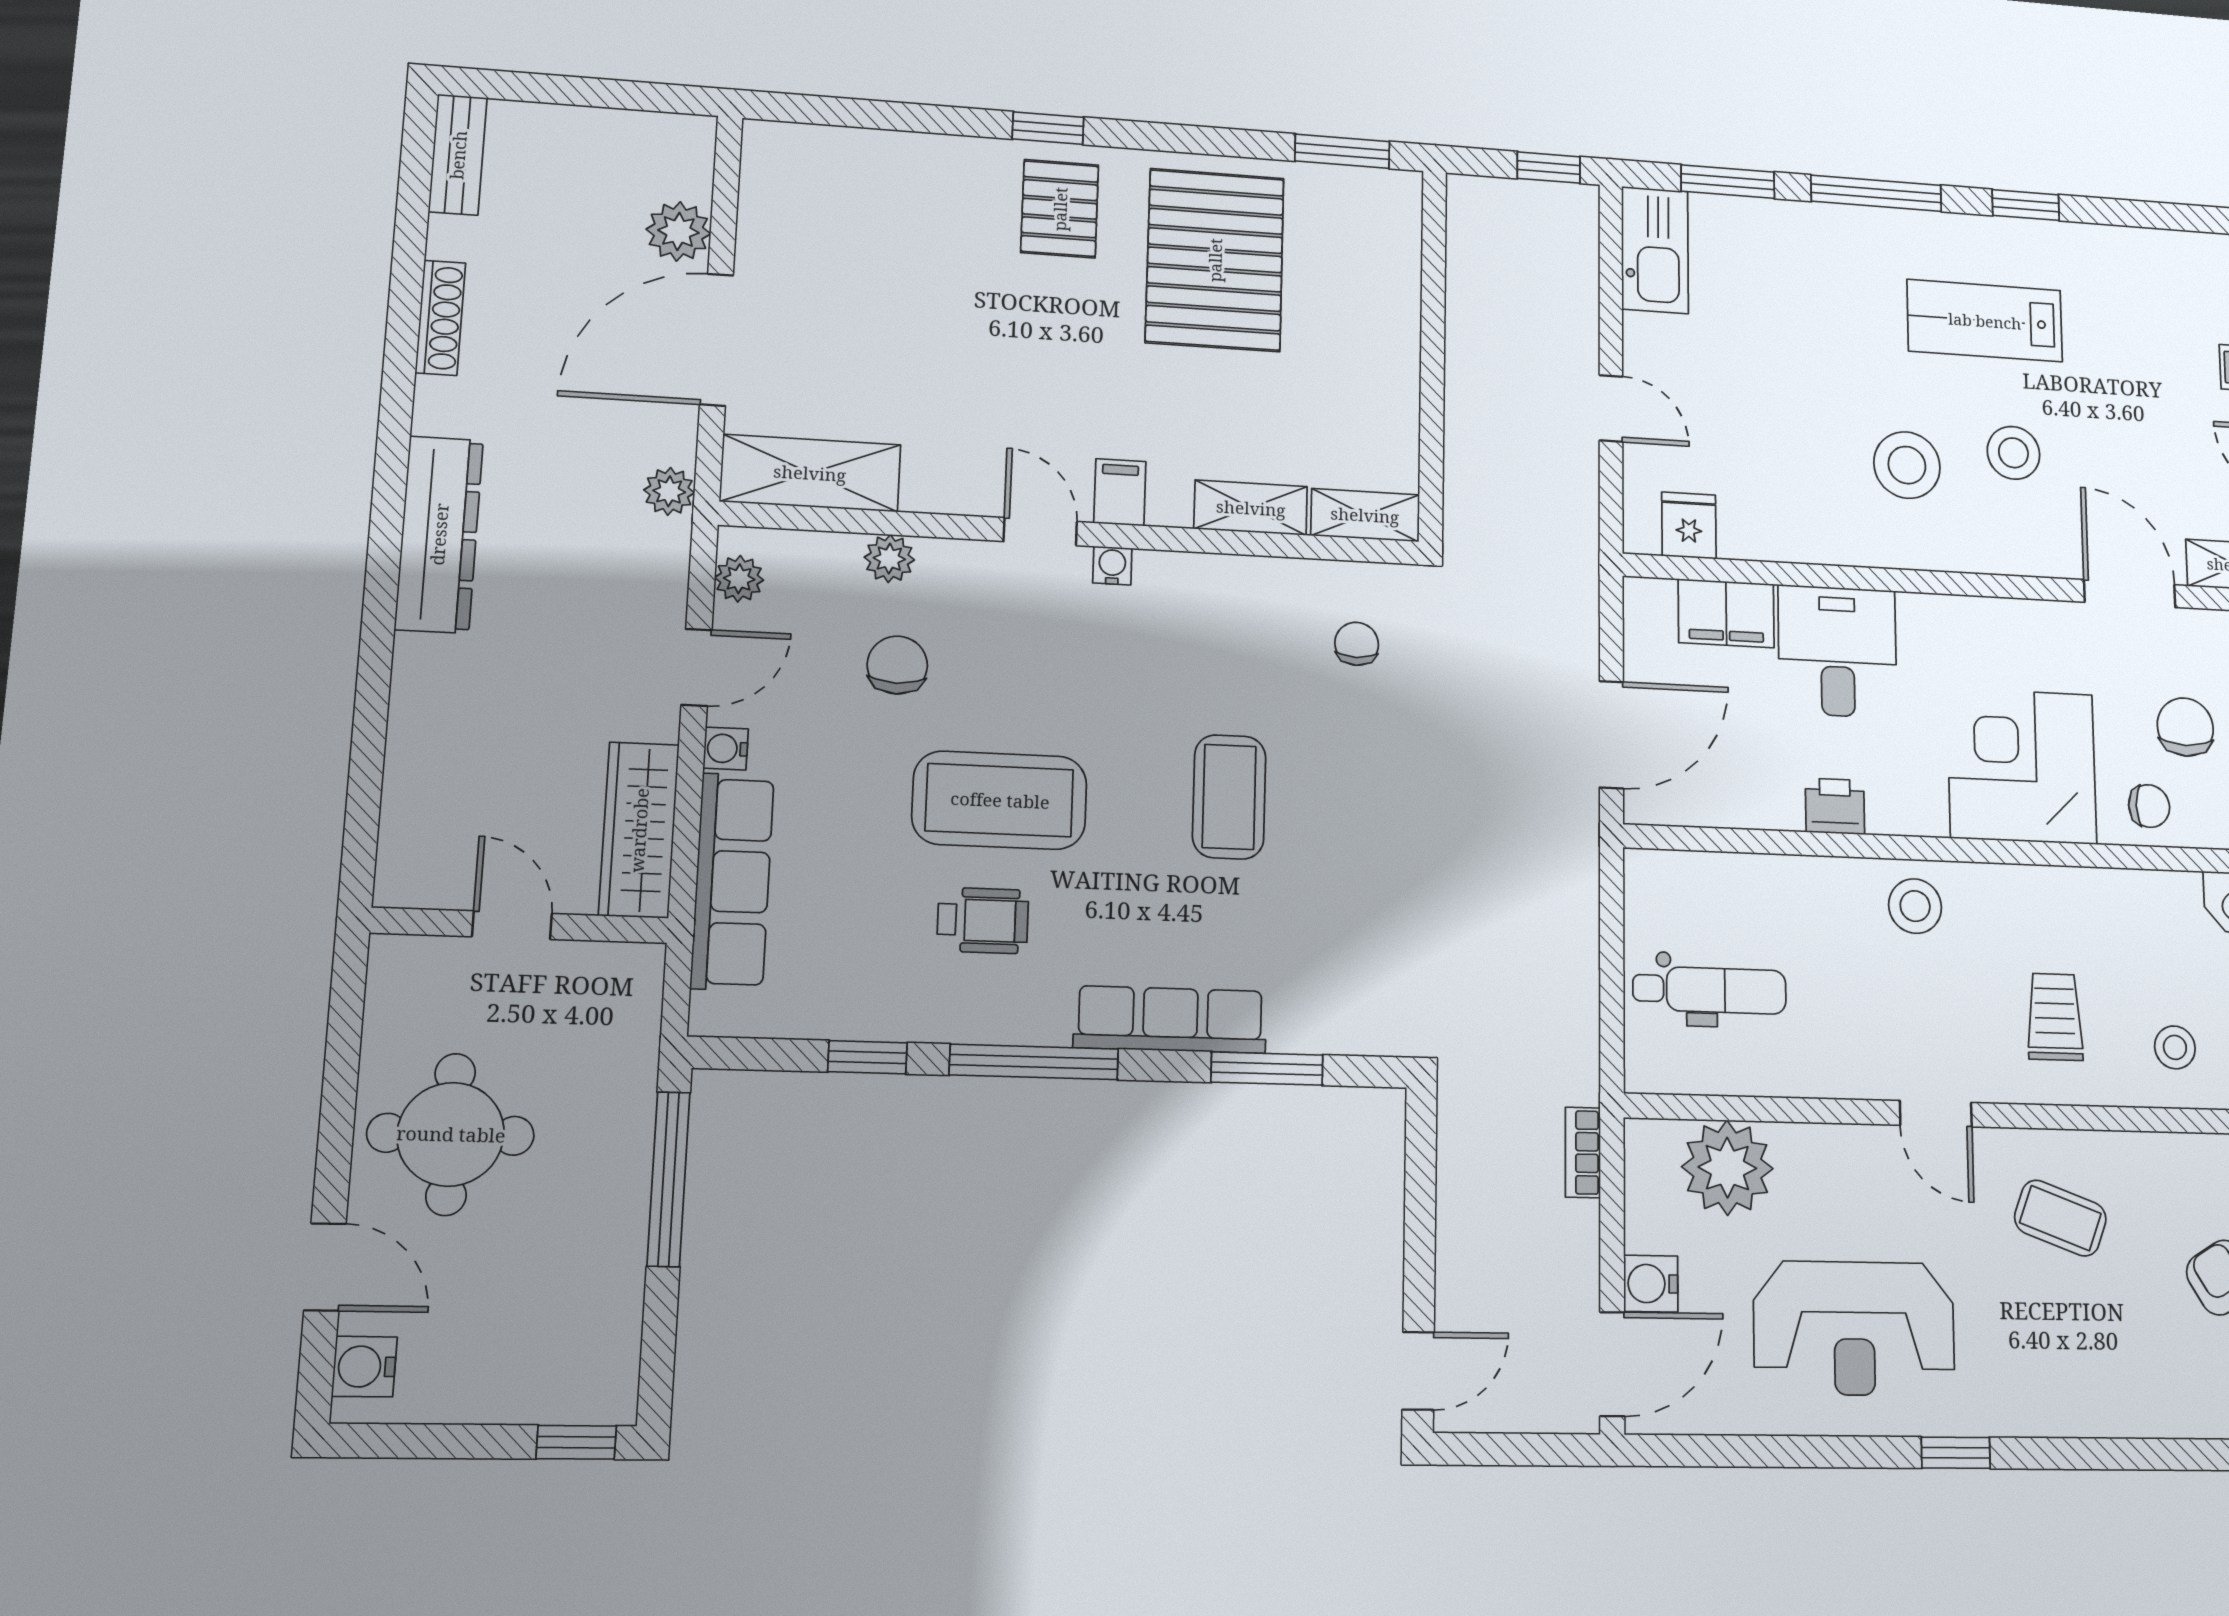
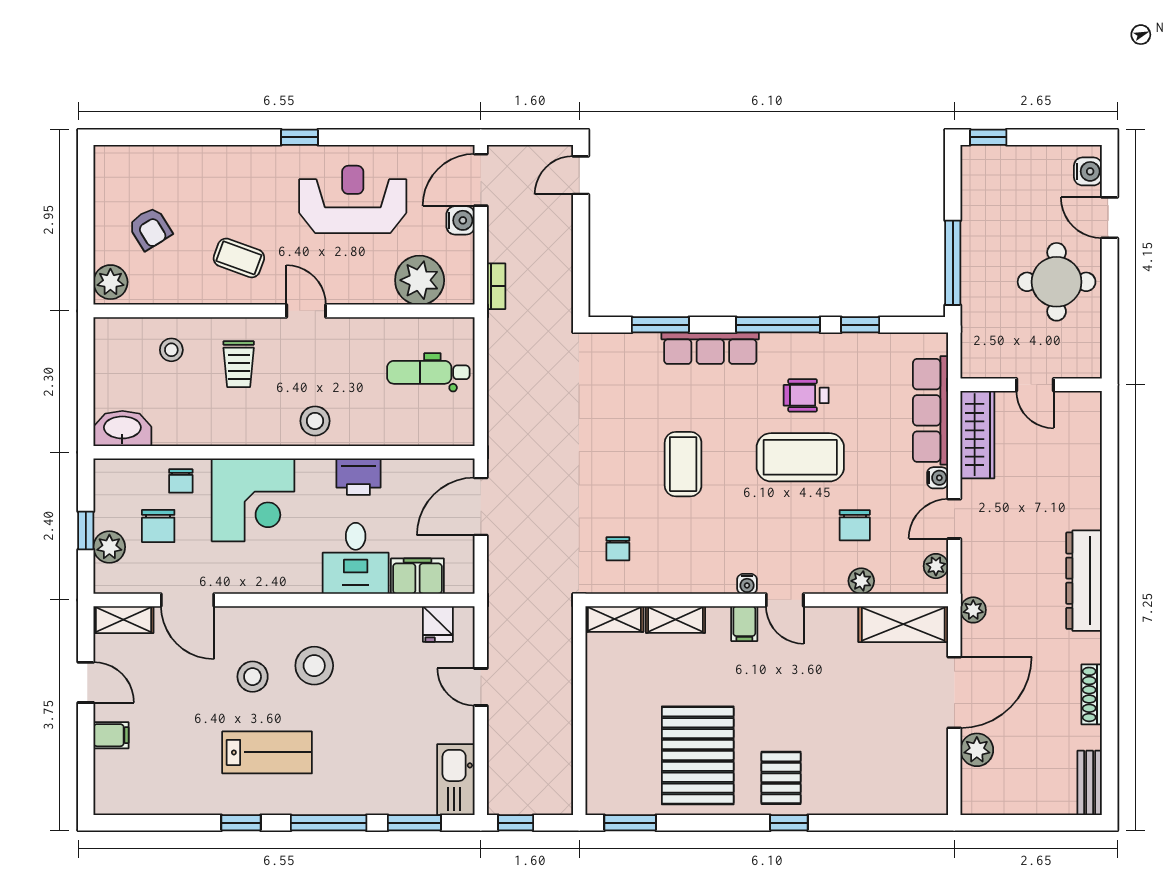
printer: (1835, 806) -> (358, 477), width x1.36, depth x1.24
chair: (2149, 806) -> (181, 481), turned -90

